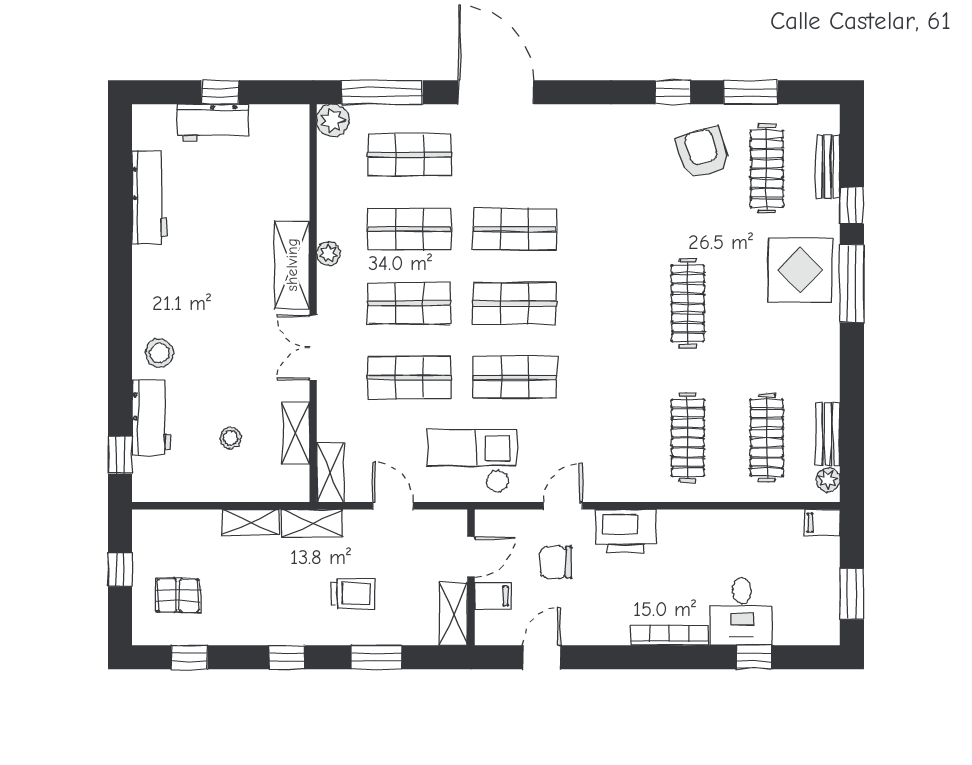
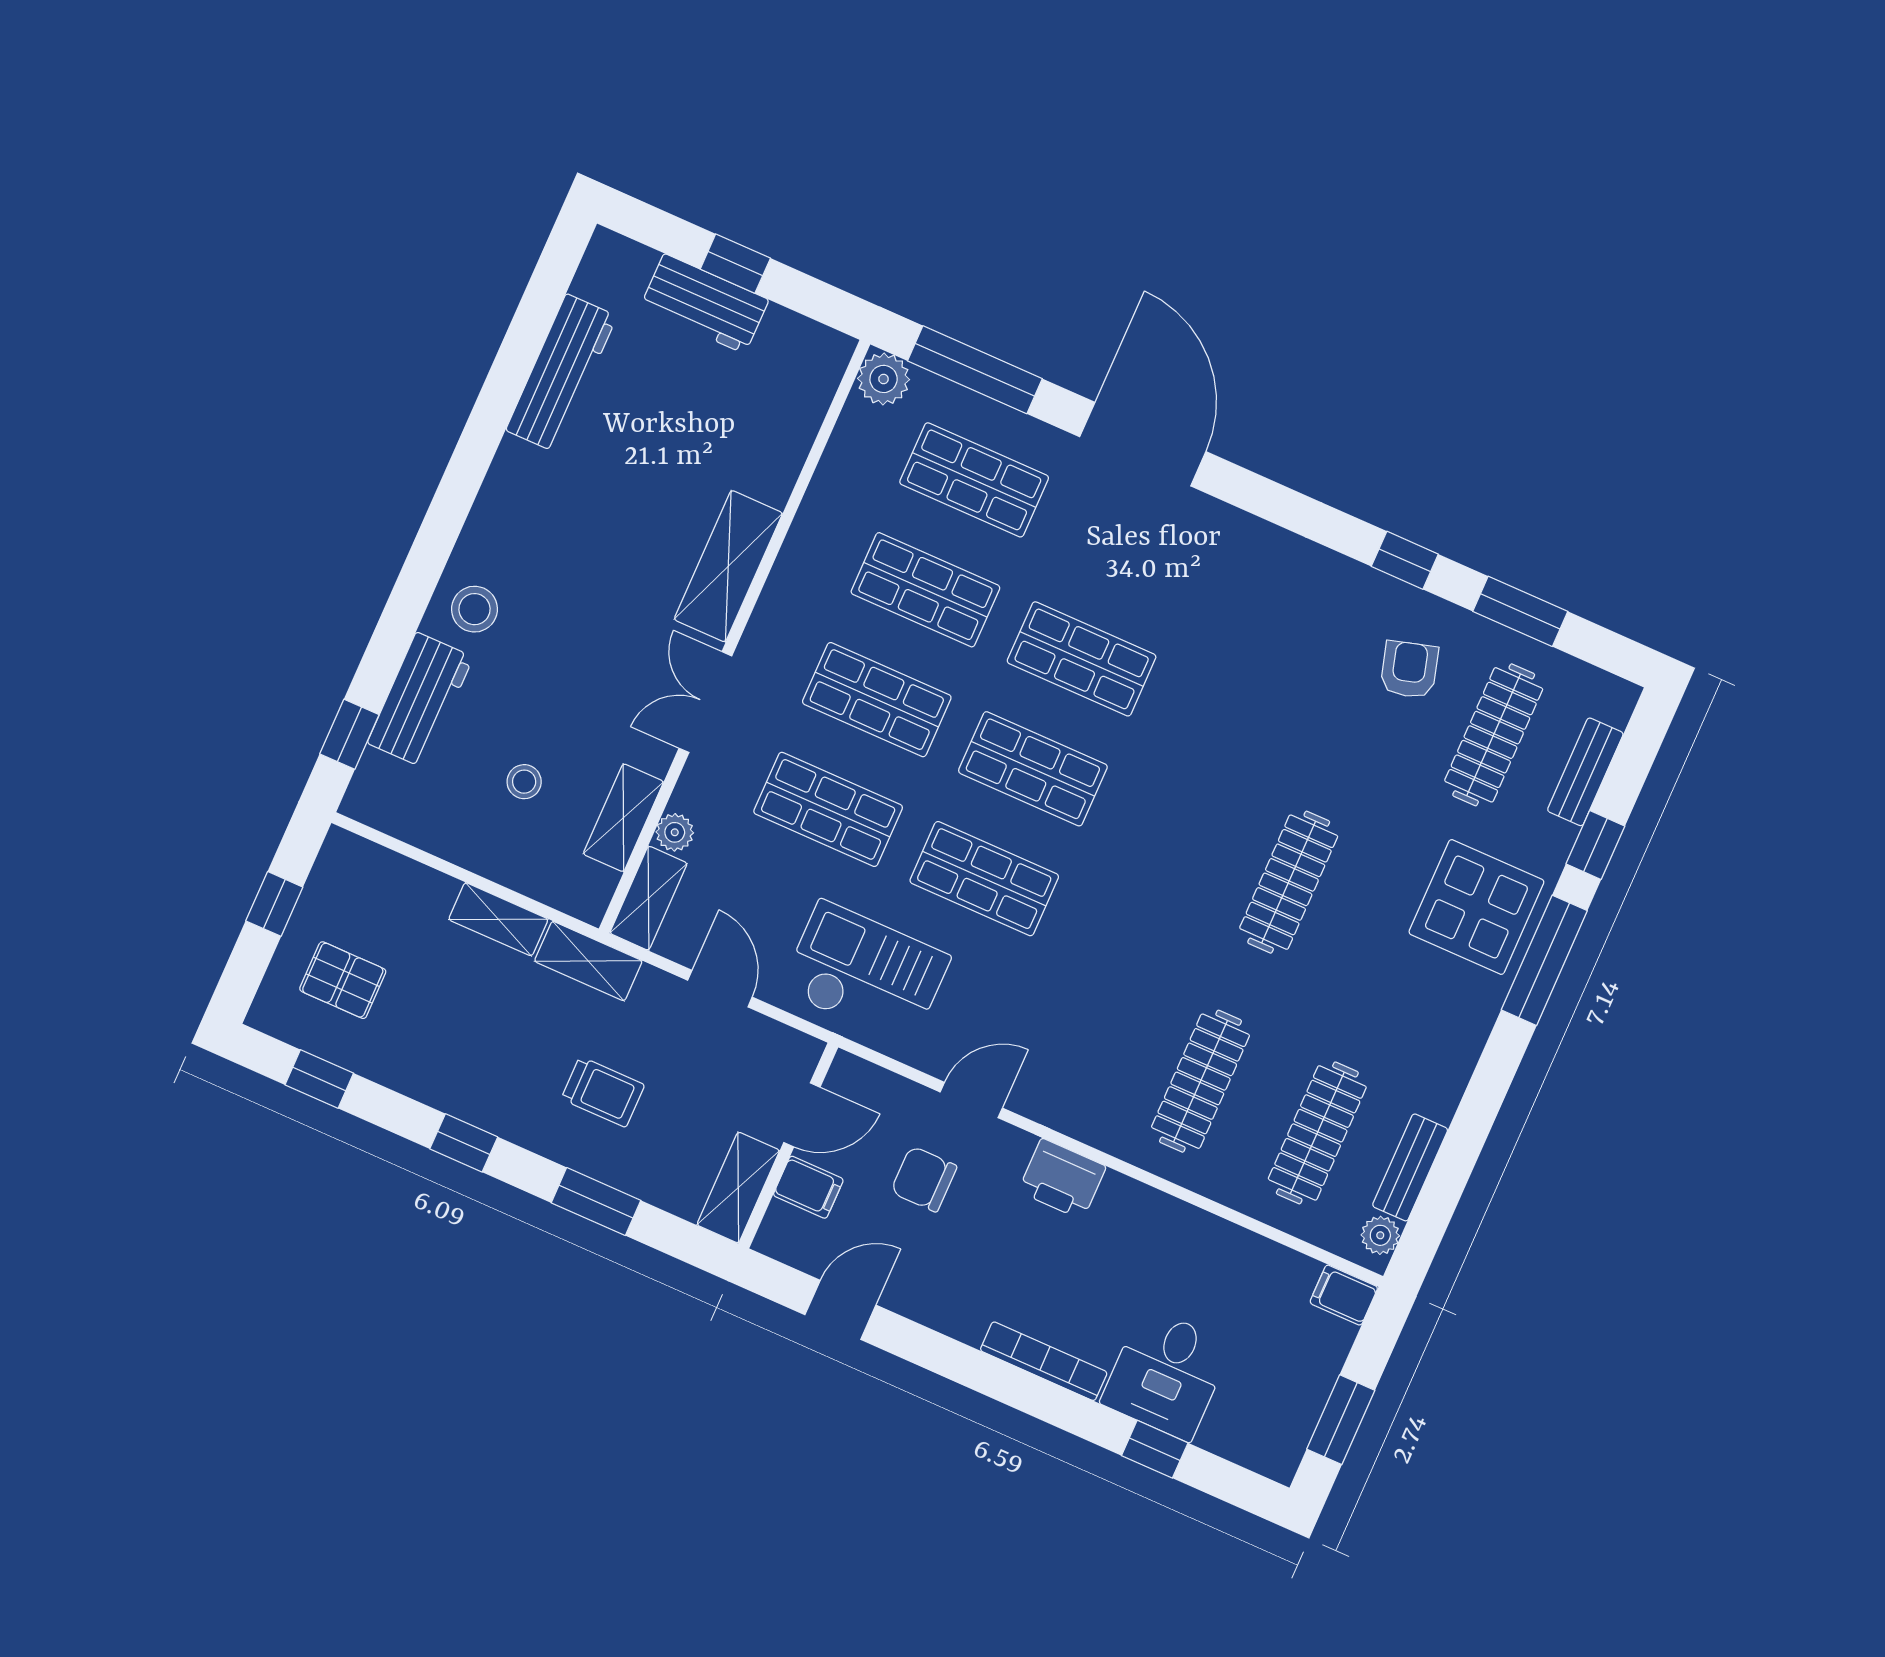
armchair: (703, 153) -> (1409, 670), width x0.72, depth x0.72
plant: (328, 254) -> (675, 832), moved
printer: (626, 531) -> (1062, 1179), width x0.73, depth x0.84

